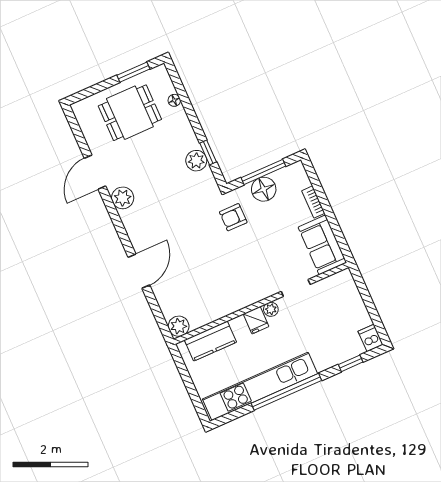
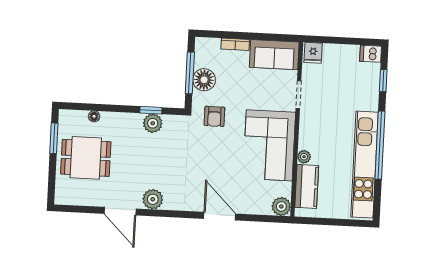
dining table: (130, 113) -> (86, 158), turned 90
corner sofa: (232, 285) -> (269, 145), added
plant: (271, 309) -> (304, 157), moved
fridge: (256, 320) -> (313, 53), moved, turned 90

